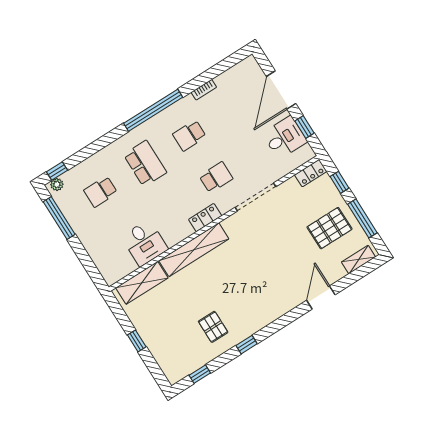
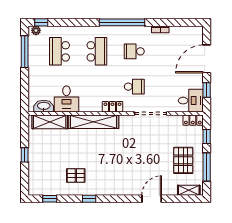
desk: (285, 137) -> (191, 101), moved
school desk: (101, 192) -> (60, 51), width x1.85
pallet: (330, 228) -> (183, 160), turned 90
washbasin: (123, 269) -> (44, 106), added
pallet: (213, 327) -> (76, 175), turned 90

